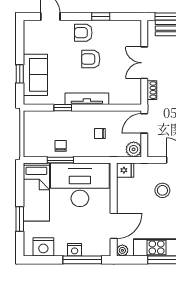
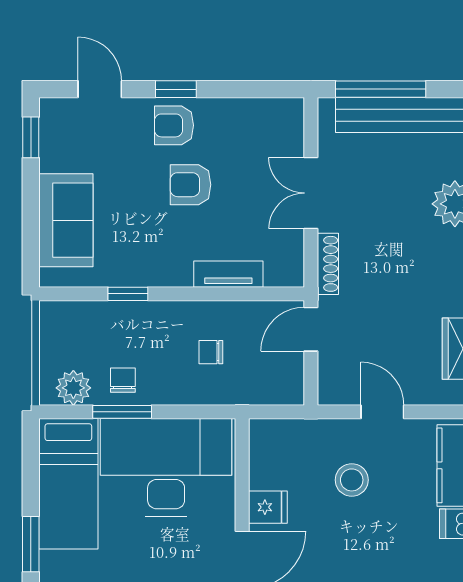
window: (101, 17) -> (176, 89), moved
window: (20, 74) -> (31, 137), moved
shoe rack: (152, 90) -> (328, 264), width x1.43
tv unit: (87, 99) -> (228, 274), moved, width x0.71
plant: (134, 149) -> (73, 388), moved
fridge: (125, 170) -> (268, 507), moved

